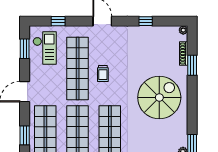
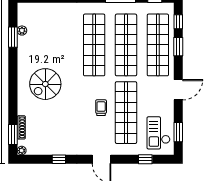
window: (192, 65) -> (13, 134), moved
spiral stairs: (159, 97) -> (45, 84), width x0.73, depth x0.73

